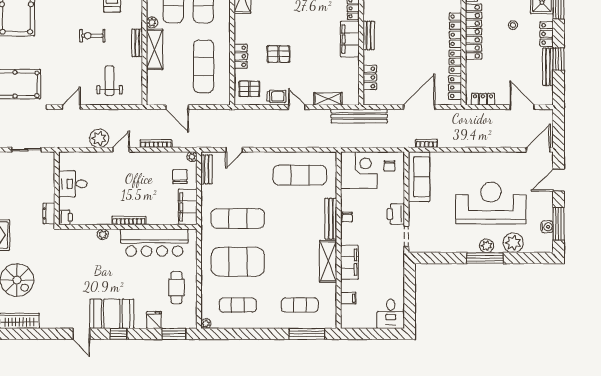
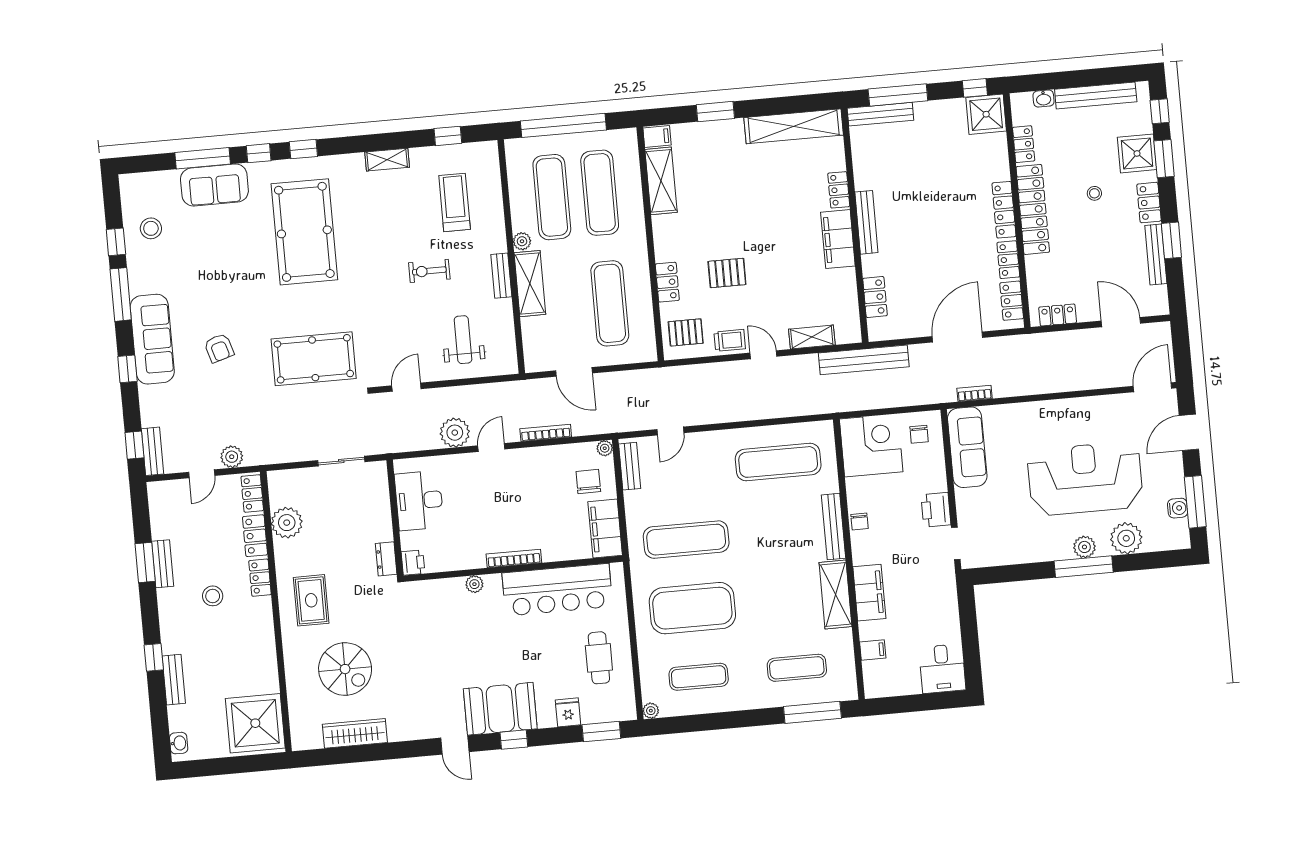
bench: (369, 35) -> (866, 222), width x1.36
desk: (73, 184) -> (419, 501), width x1.37

